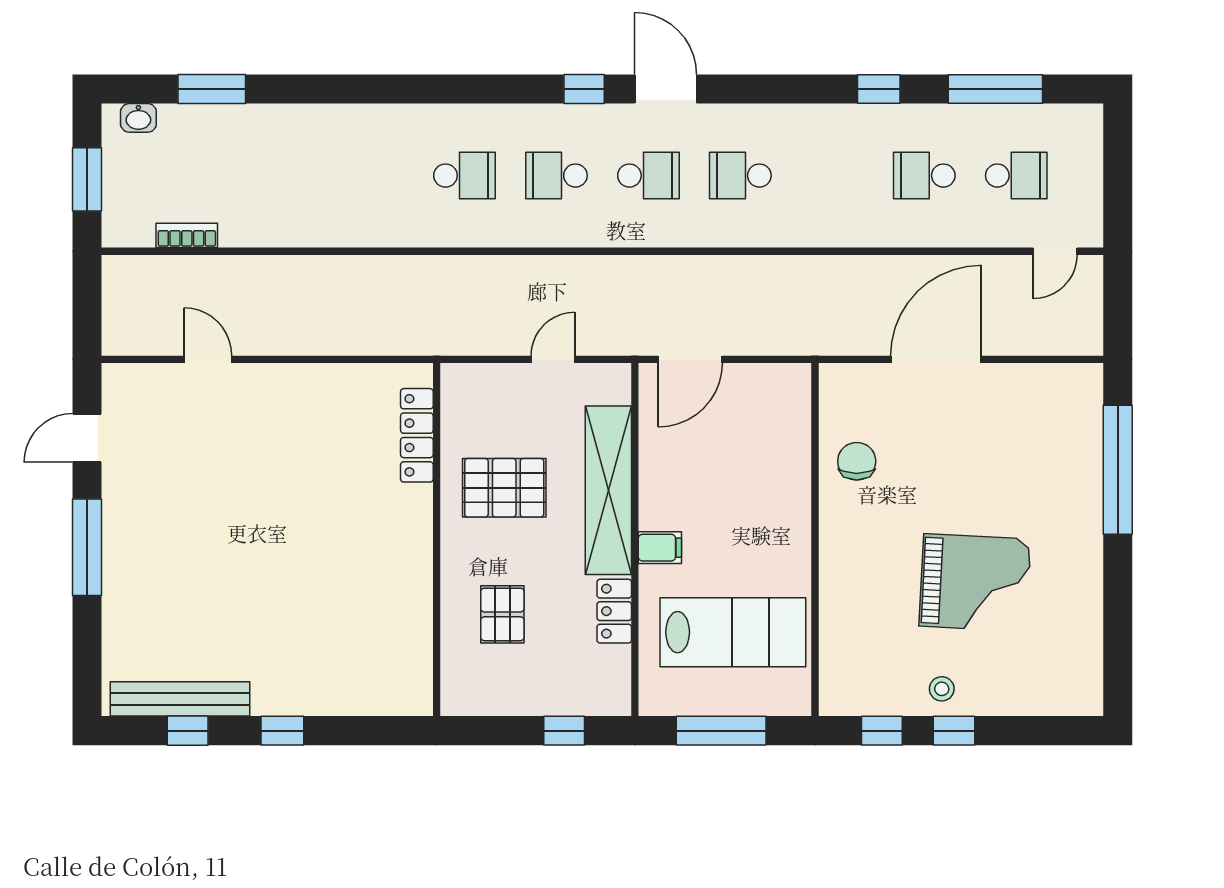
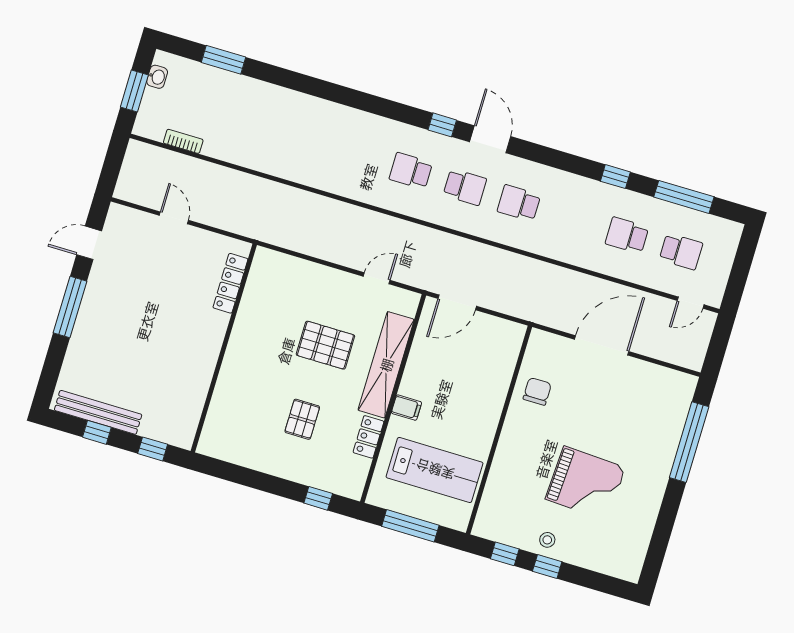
washbasin: (138, 118) -> (157, 77), moved, turned -90
school desk: (464, 176) -> (357, 155), removed
locker: (417, 435) -> (230, 283), moved
wall: (437, 540) -> (224, 348), moved

